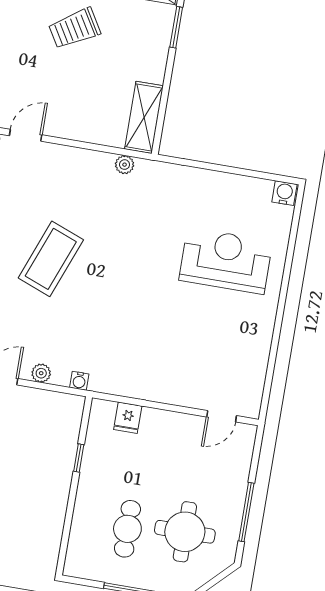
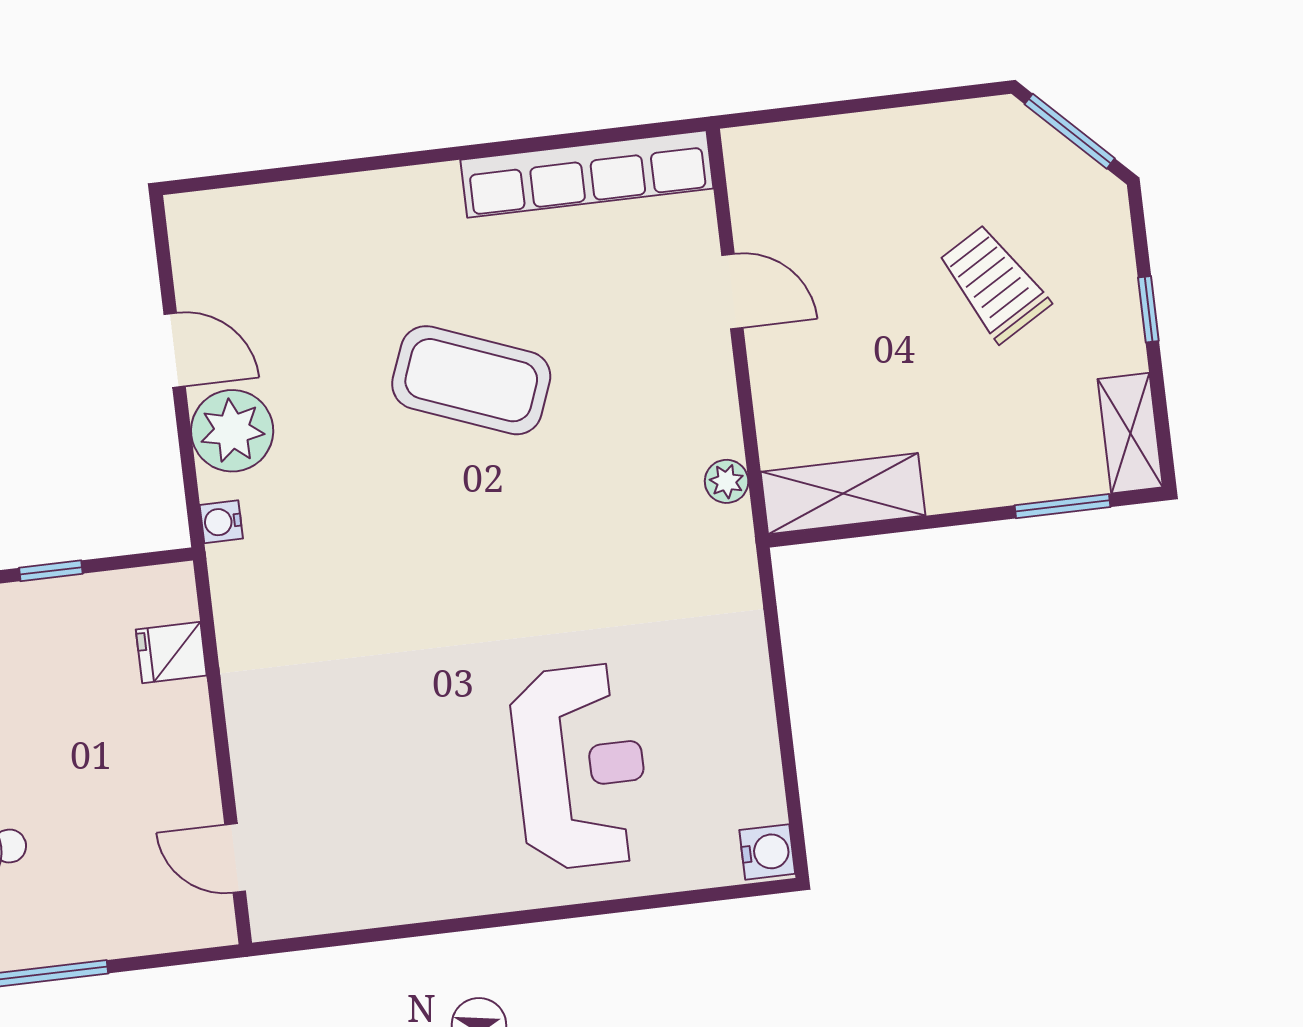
door: (26, 135) -> (732, 291), moved
plant: (41, 373) -> (232, 431), width x1.87, depth x1.87

